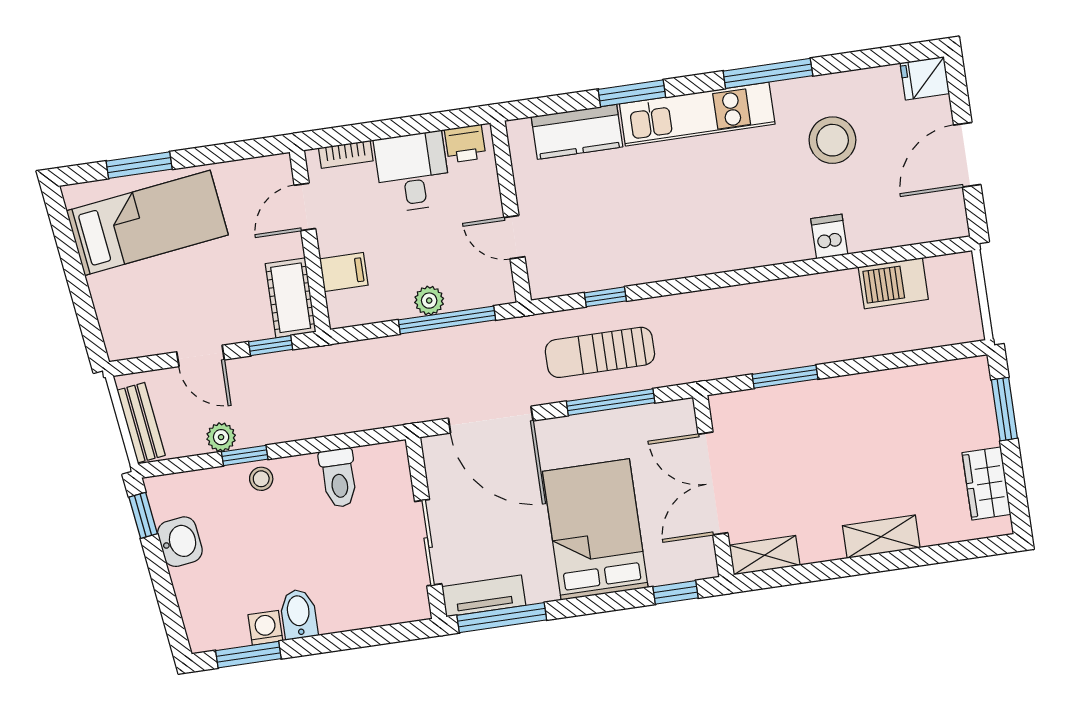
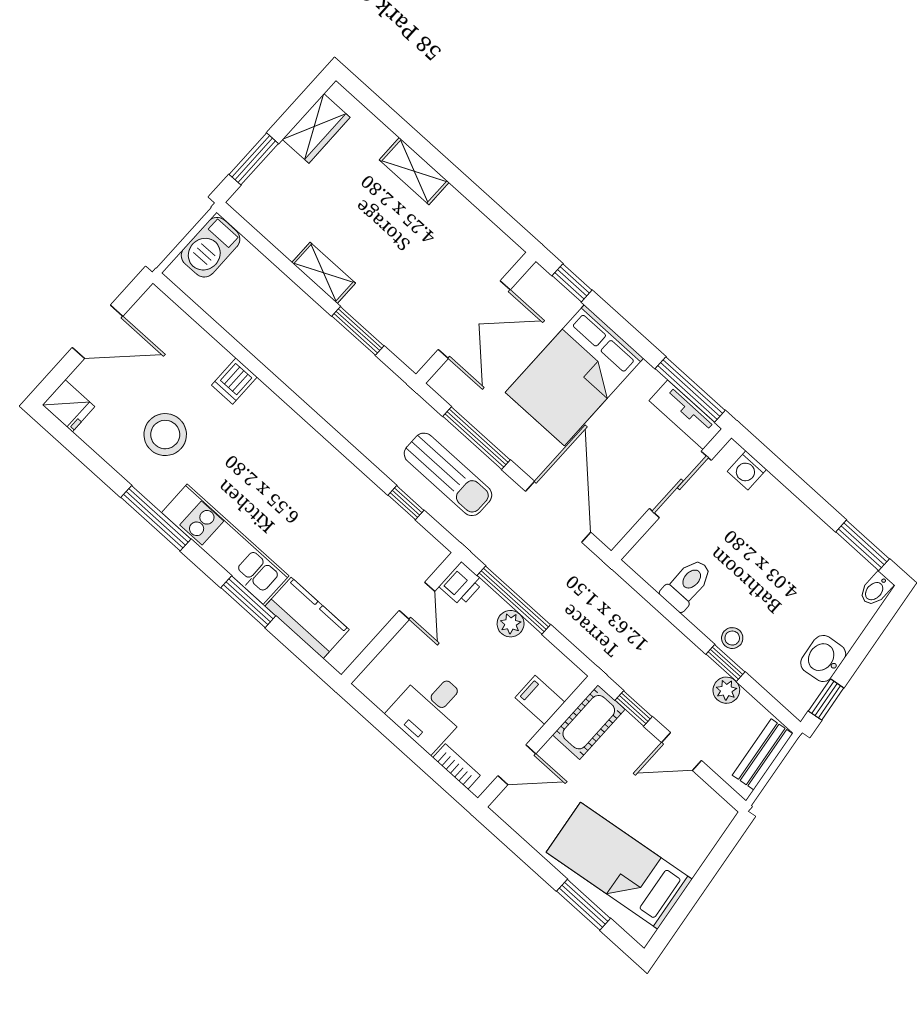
printer: (465, 144) -> (461, 584), moved, turned 90
barbecue: (893, 283) -> (211, 247), moved, turned 90
door: (201, 356) -> (681, 752), swing flipped
shelving: (765, 555) -> (324, 273), moved
bidet: (299, 614) -> (876, 589), moved, width x0.72, depth x0.74
washing machine: (265, 628) -> (747, 470), moved

